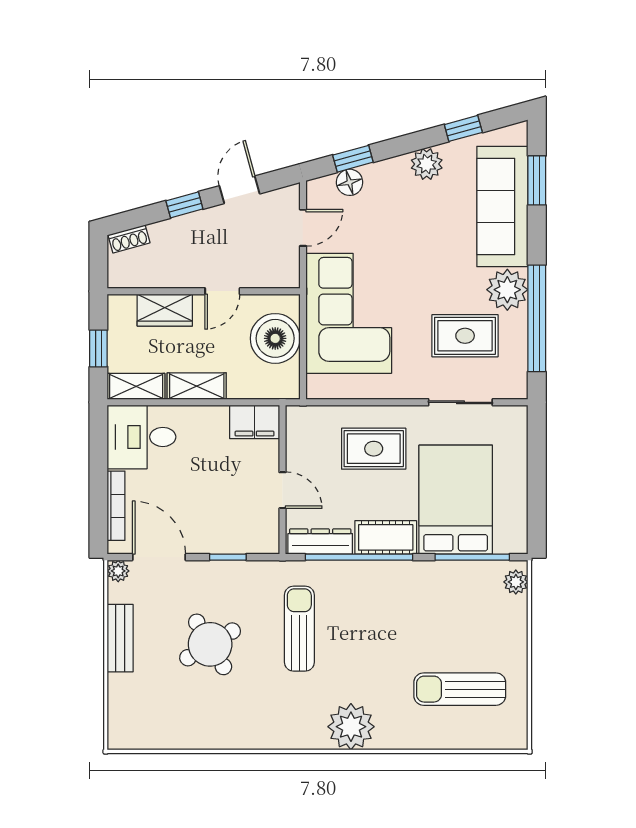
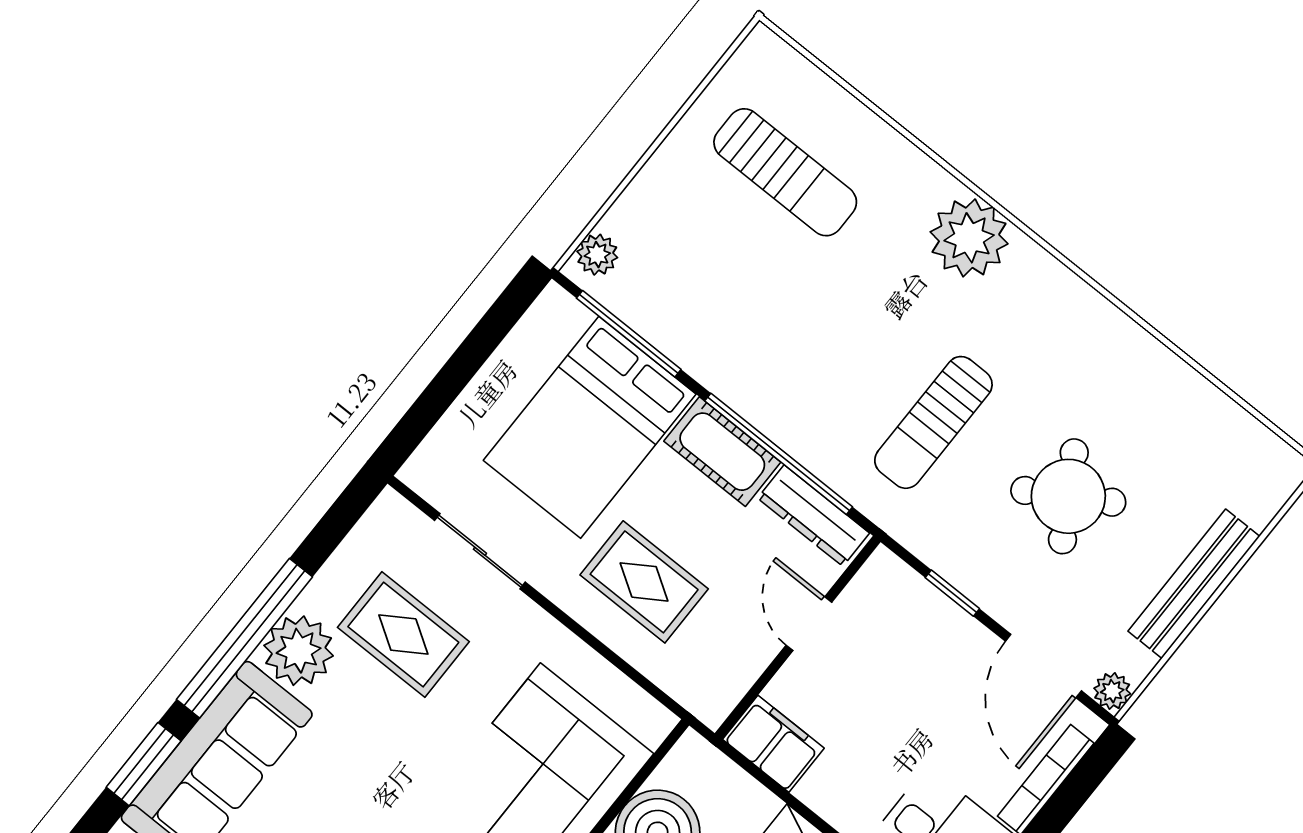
window: (537, 318) -> (244, 638), moved
bench: (120, 638) -> (1194, 584), width x1.36

